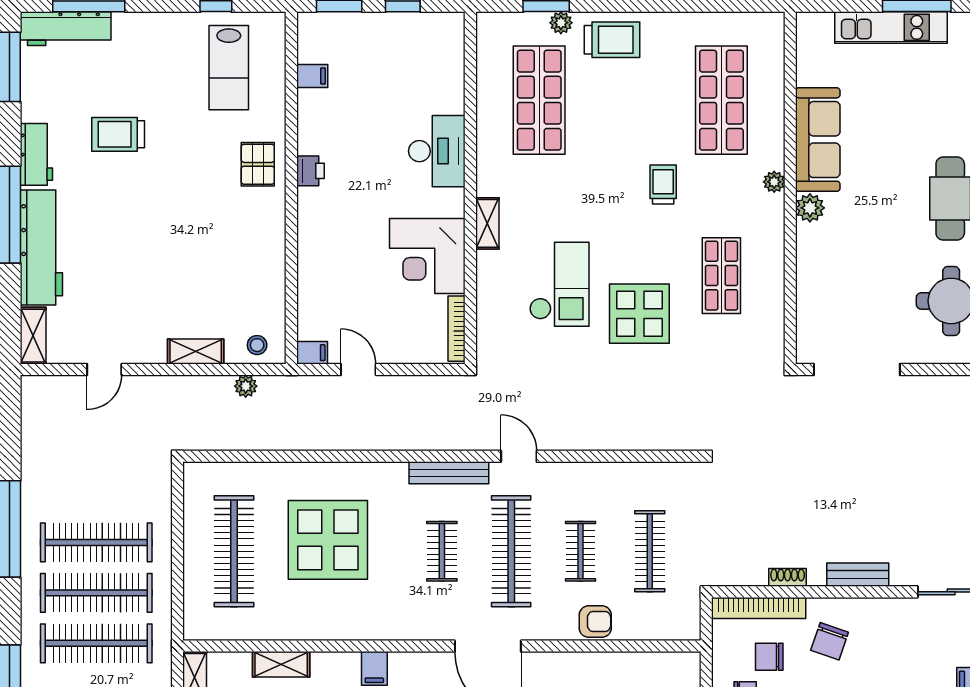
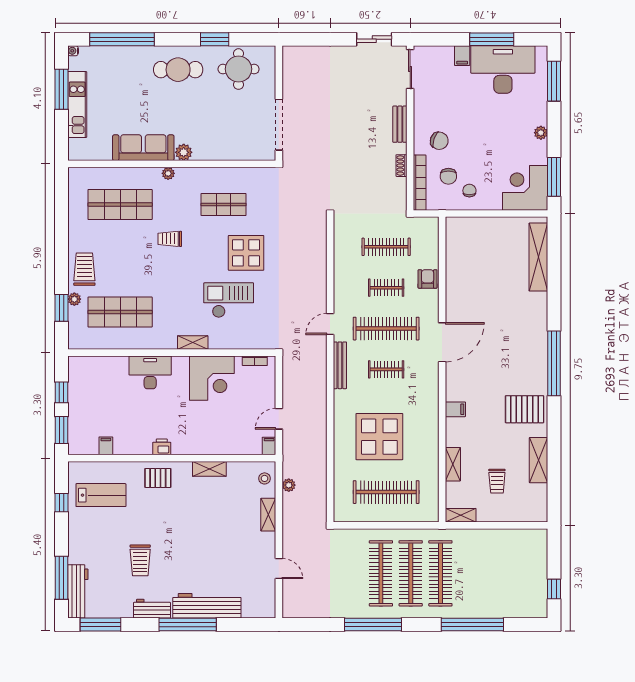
bookcase: (457, 329) -> (255, 361), width x0.64
shelving: (33, 336) -> (209, 469), moved

